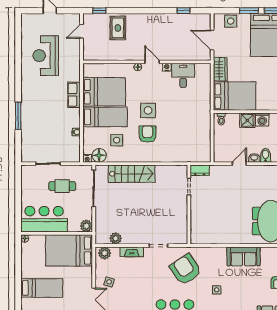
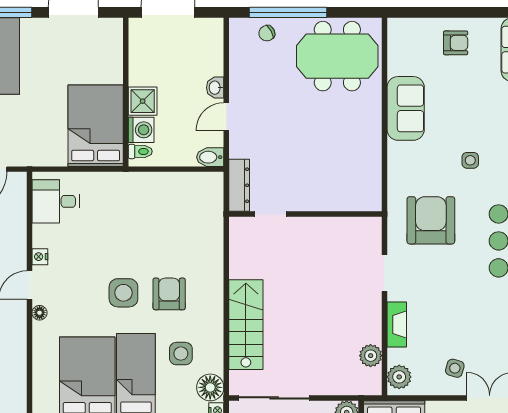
wardrobe: (220, 69) -> (44, 153), removed
desk: (183, 75) -> (56, 201), moved
washing machine: (262, 120) -> (141, 130), moved
armchair: (148, 134) -> (169, 294), turned 90
bidet: (266, 155) -> (210, 157), moved
door: (239, 164) -> (226, 117), hinge flipped
dresser: (200, 170) -> (239, 185), width x1.44
armchair: (186, 269) -> (431, 220), turned 124

